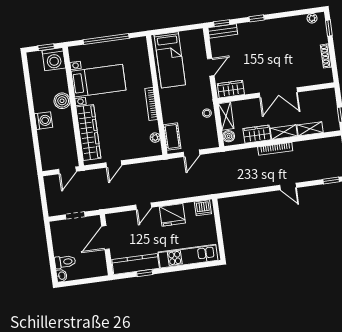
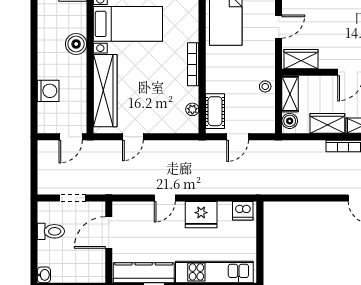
washing machine: (44, 121) -> (48, 91), moved
toilet: (65, 262) -> (51, 231), moved

